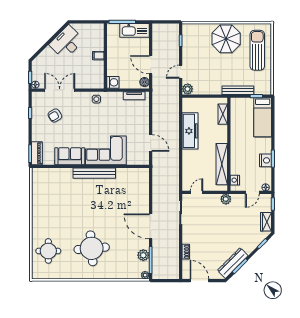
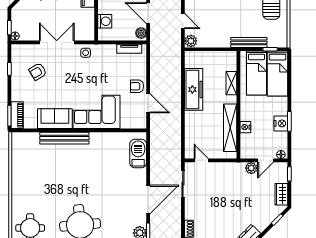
door: (181, 72) -> (183, 21), swing flipped
washing machine: (113, 82) -> (105, 21), moved
double door: (60, 90) -> (57, 42), moved
shelving: (223, 114) -> (231, 83), moved
bed: (244, 117) -> (256, 73), added
armchair: (141, 128) -> (137, 86), added
bench: (94, 173) -> (64, 138), moved
nightstand: (235, 180) -> (245, 127), moved
barbecue: (142, 186) -> (138, 153), added
door: (197, 192) -> (201, 160), hinge flipped
plant: (226, 199) -> (251, 168), moved
door: (151, 226) -> (148, 200), swing flipped

